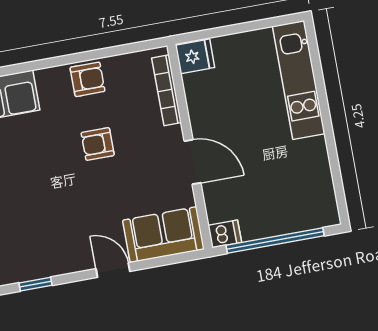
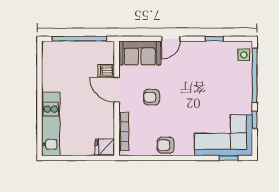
armchair: (98, 144) -> (152, 97), moved, turned 180
dishwasher: (225, 234) -> (106, 71), moved
door: (113, 270) -> (171, 39), hinge flipped

